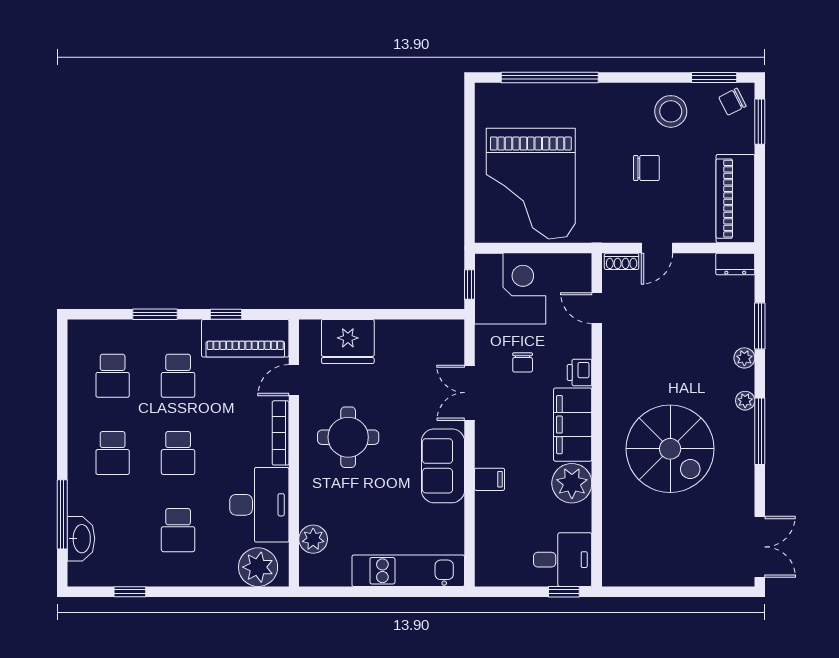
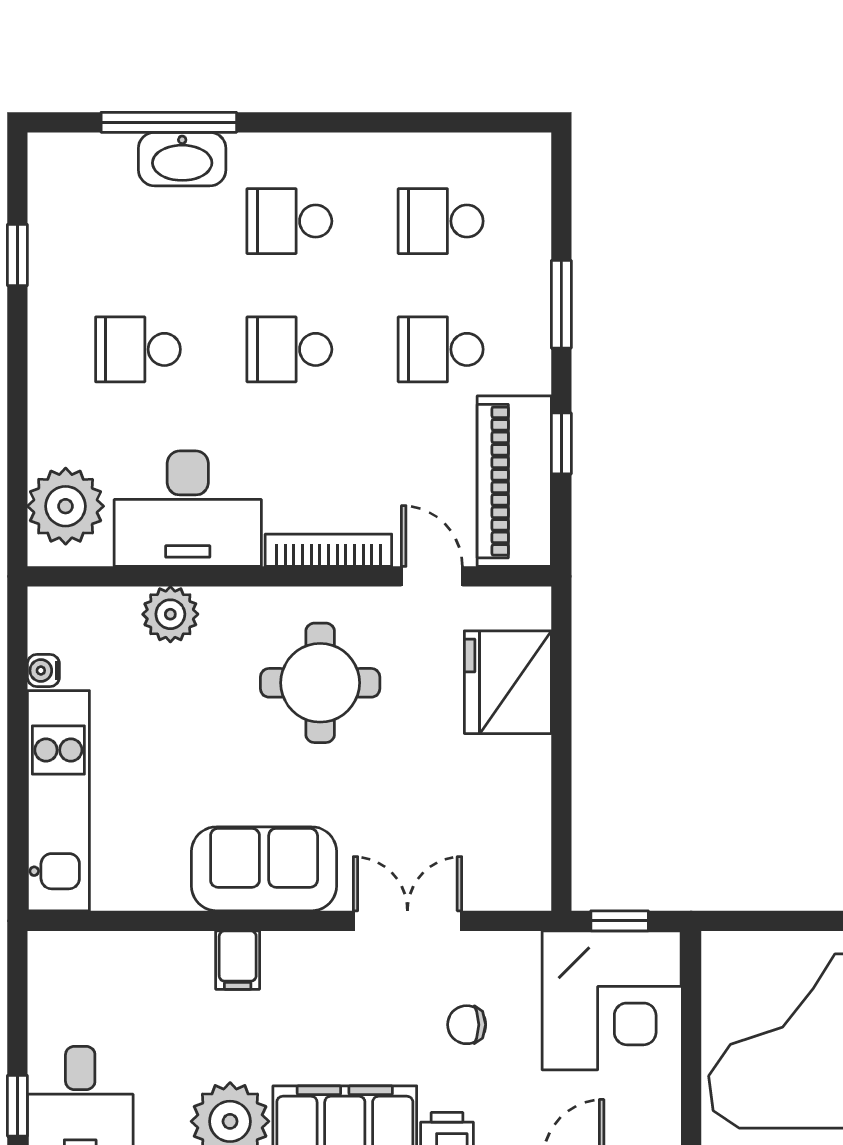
washbasin: (81, 539) -> (182, 159), moved
plant: (313, 539) -> (170, 614), moved
water cooler: (342, 578) -> (43, 671), added

